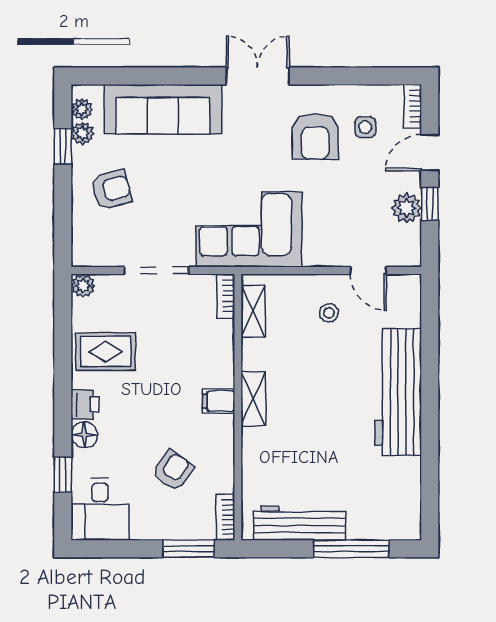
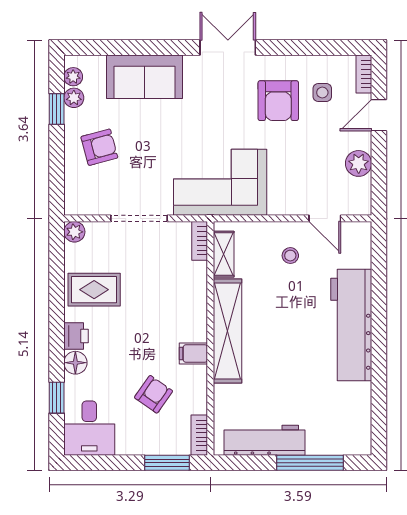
sofa: (163, 109) -> (144, 77), width x0.73
window: (430, 204) -> (379, 160), removed
shelving: (253, 399) -> (228, 331), width x2.20, depth x1.33
filing cabinet: (219, 401) -> (193, 354), moved

